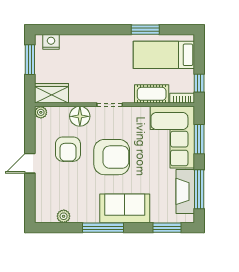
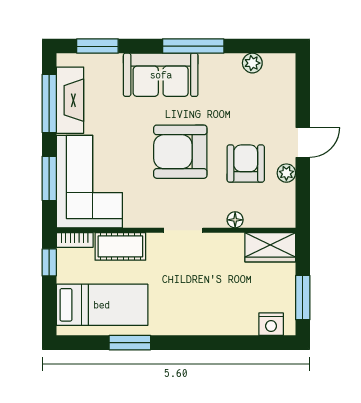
plant: (41, 112) -> (286, 173), moved
floor lamp: (80, 116) -> (235, 220), width x0.53, depth x0.53

